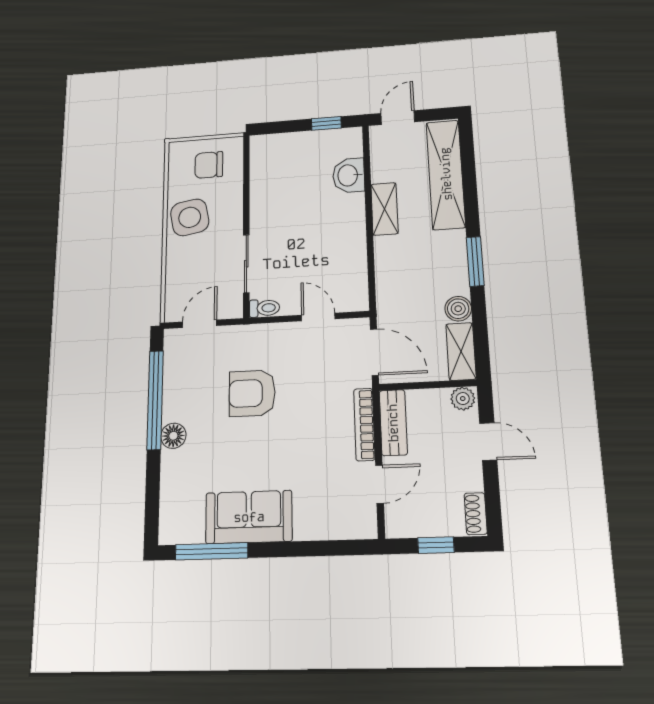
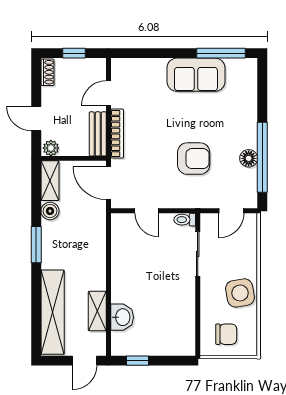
shelving: (385, 209) -> (97, 311), moved
floor lamp: (173, 436) -> (249, 158), moved

